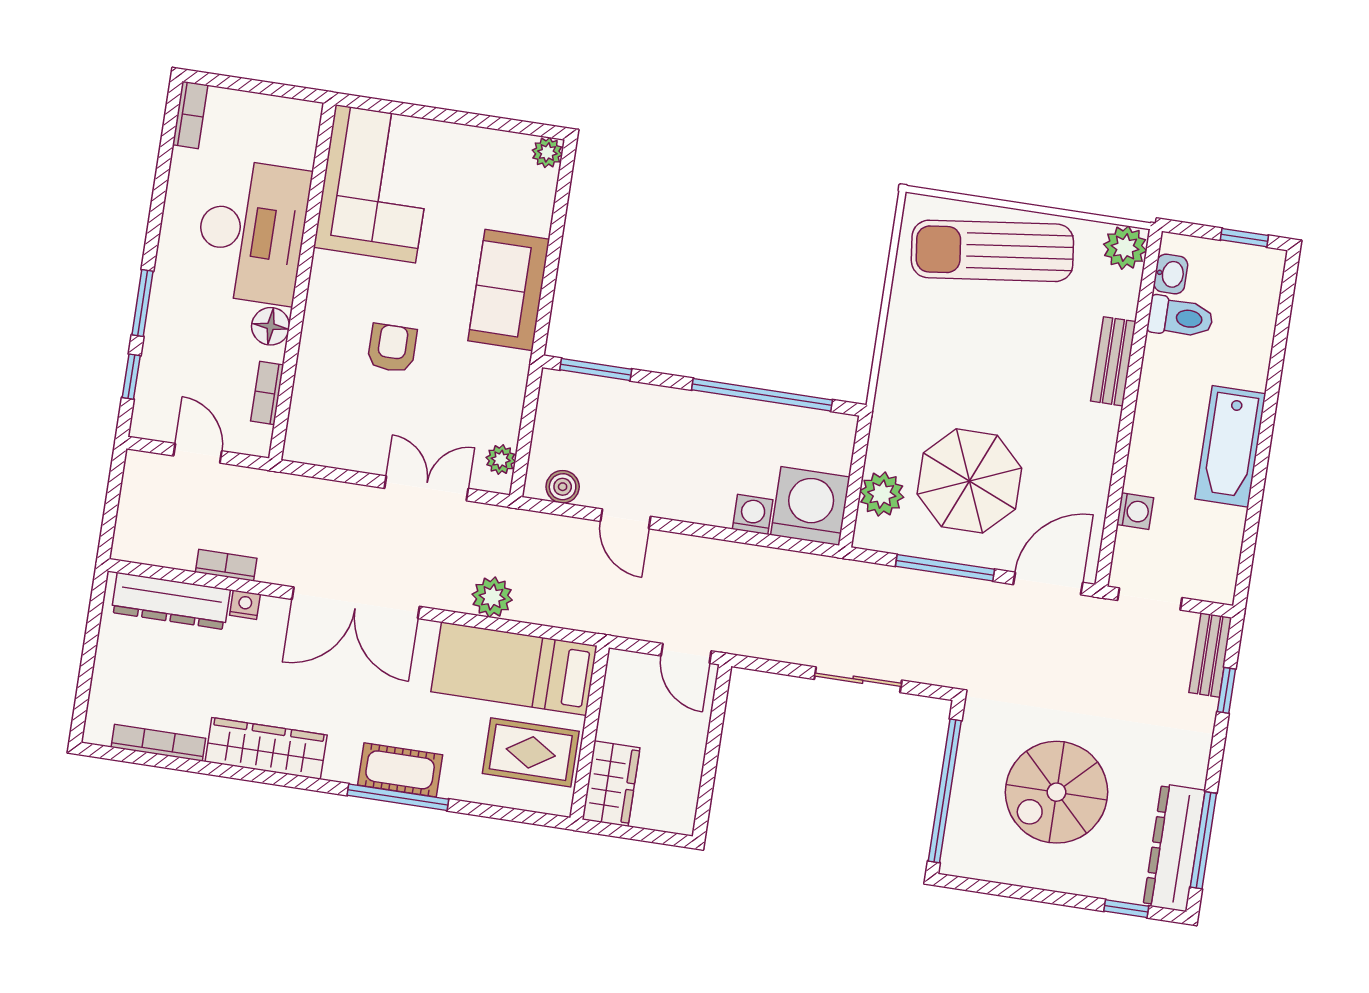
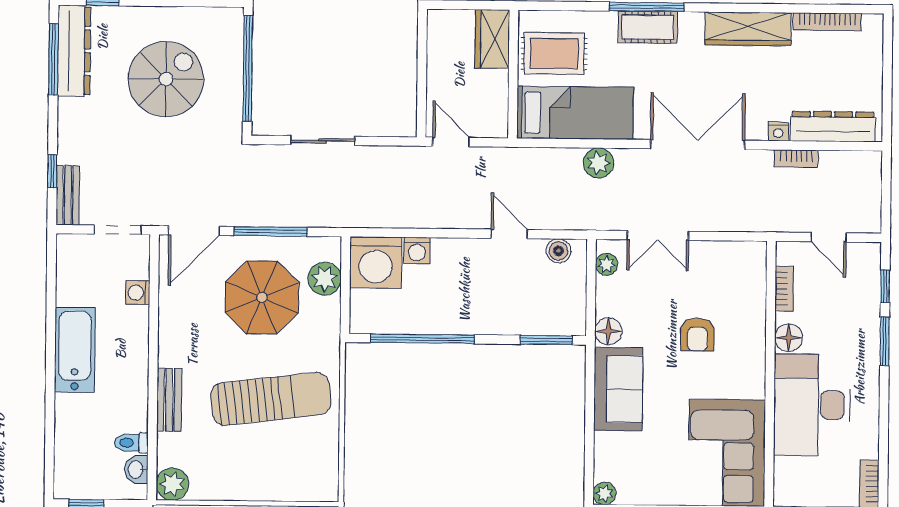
sun lounger: (992, 251) -> (271, 399), moved
toilet: (1180, 317) -> (131, 443), width x0.73, depth x0.72
floor lamp: (511, 369) -> (608, 331), added

